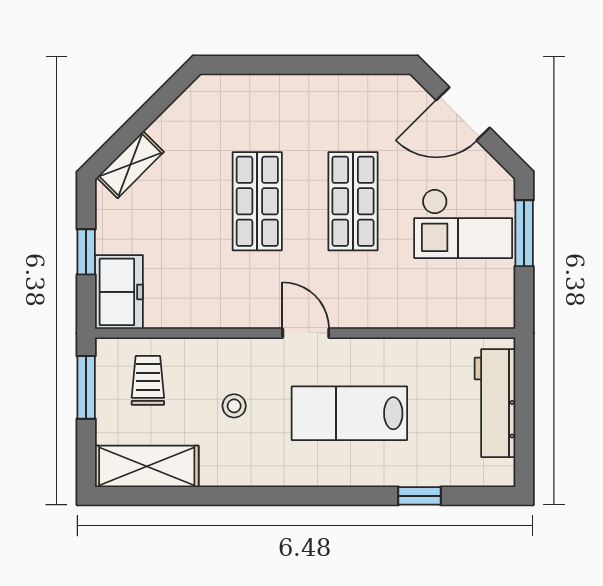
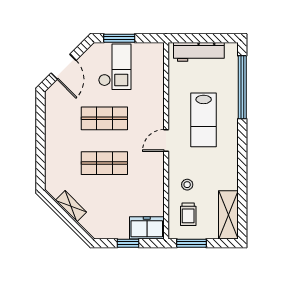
shelving: (130, 165) -> (71, 206), moved
trolley: (148, 380) -> (188, 214), turned -90
stool: (234, 406) -> (187, 185), moved
window: (419, 496) -> (242, 87), width x3.17

